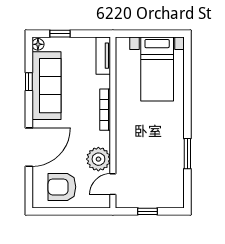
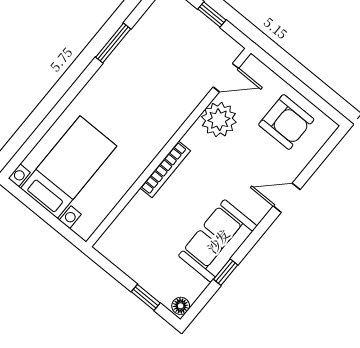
tv unit: (103, 56) -> (117, 232), removed
sofa: (47, 86) -> (218, 241), width x0.73
door: (29, 147) -> (287, 198), width x0.53

